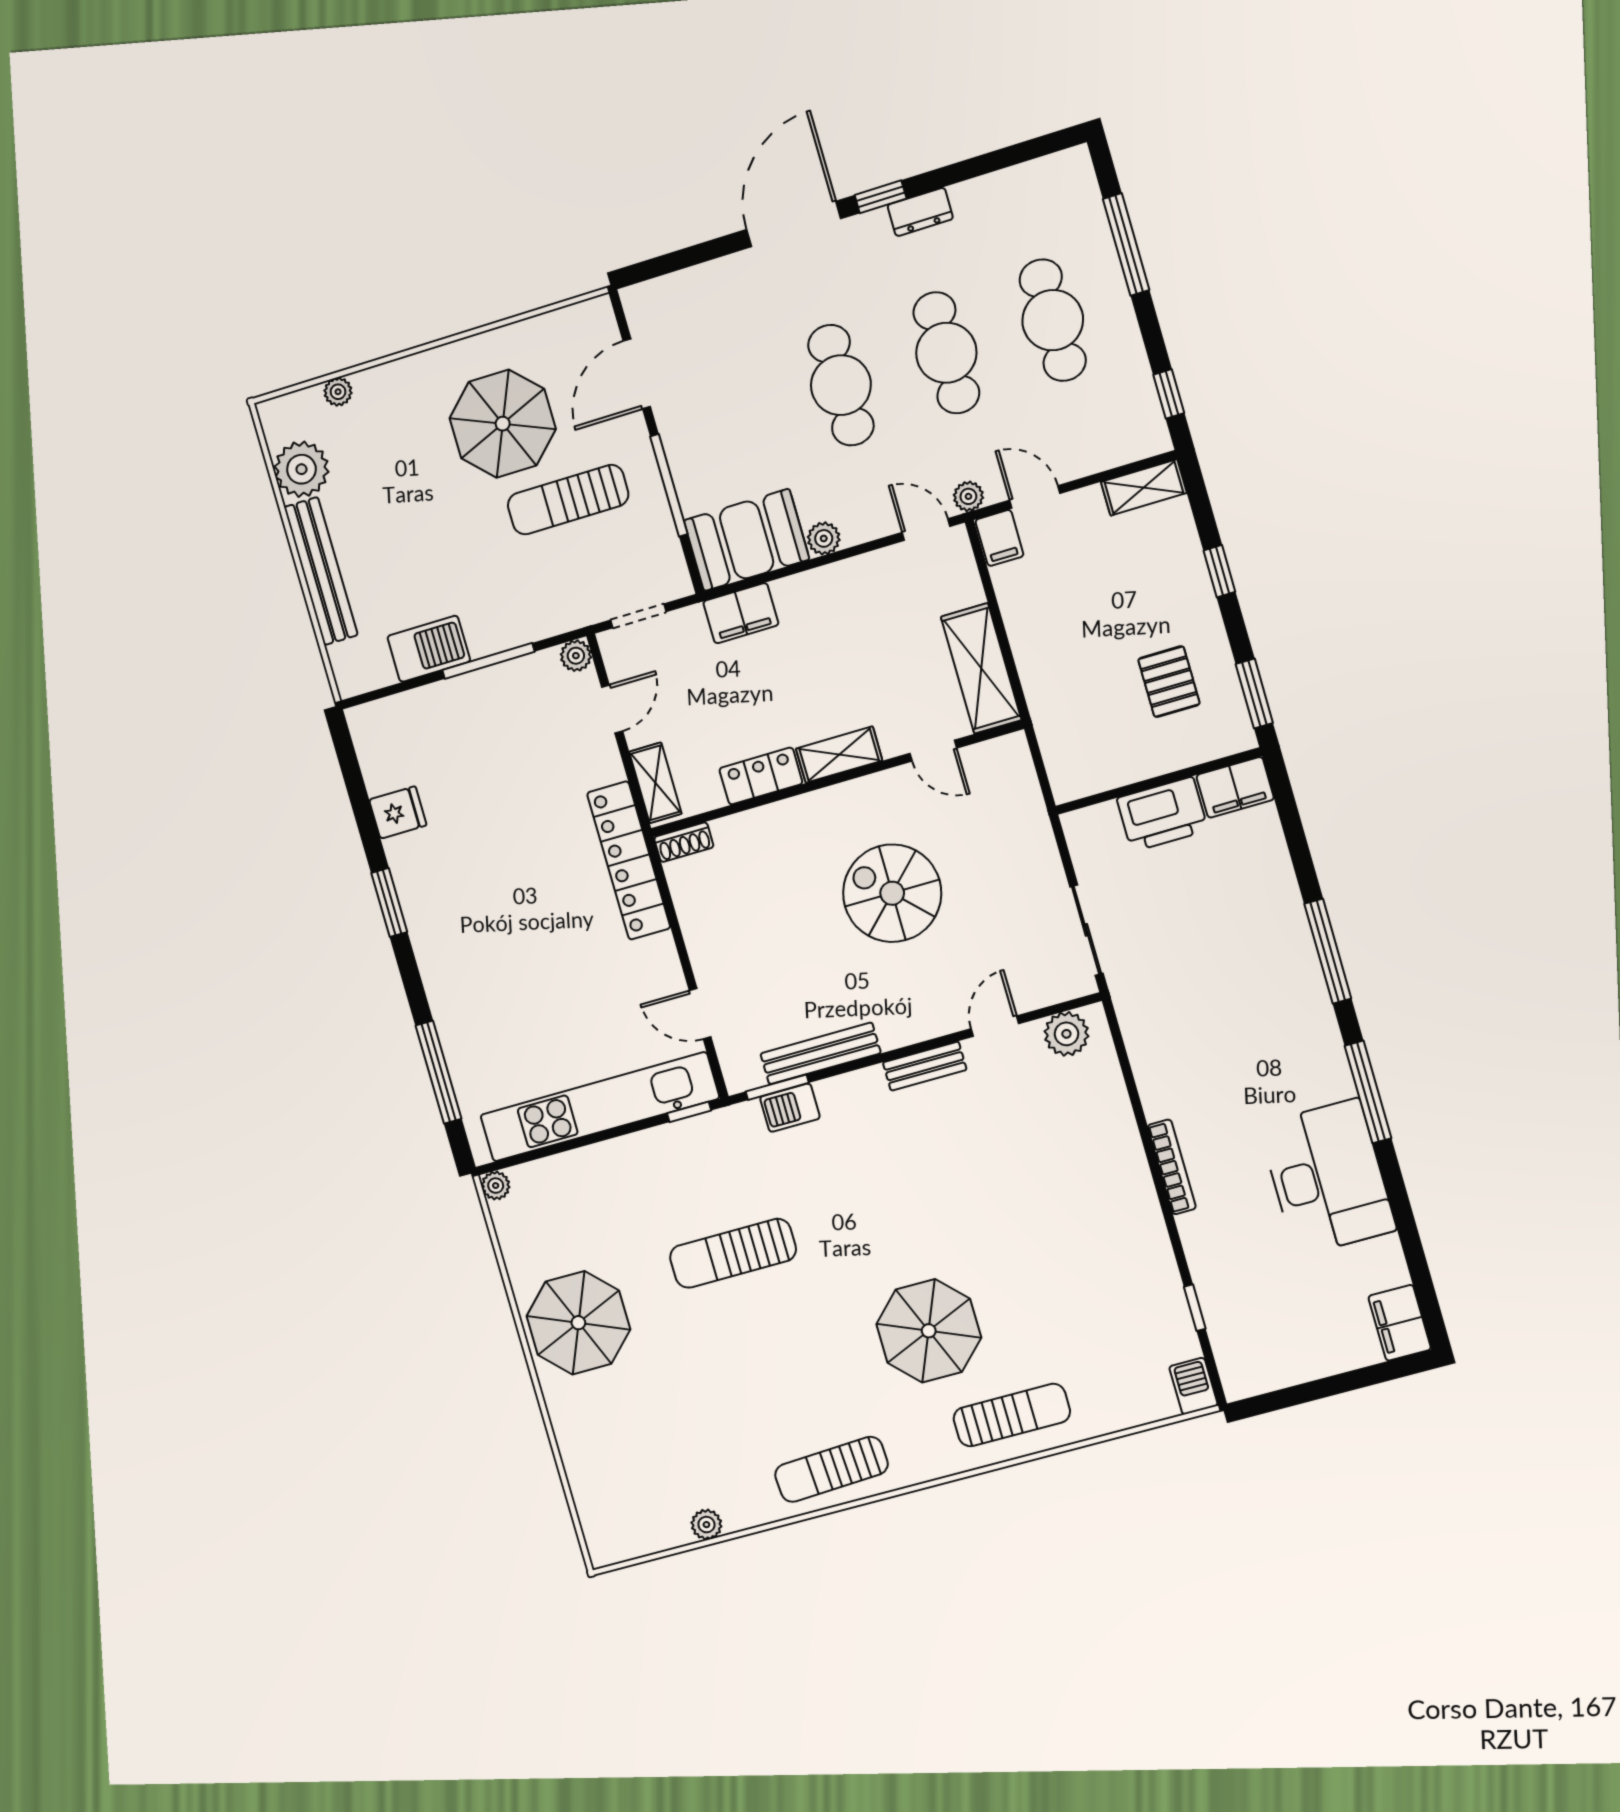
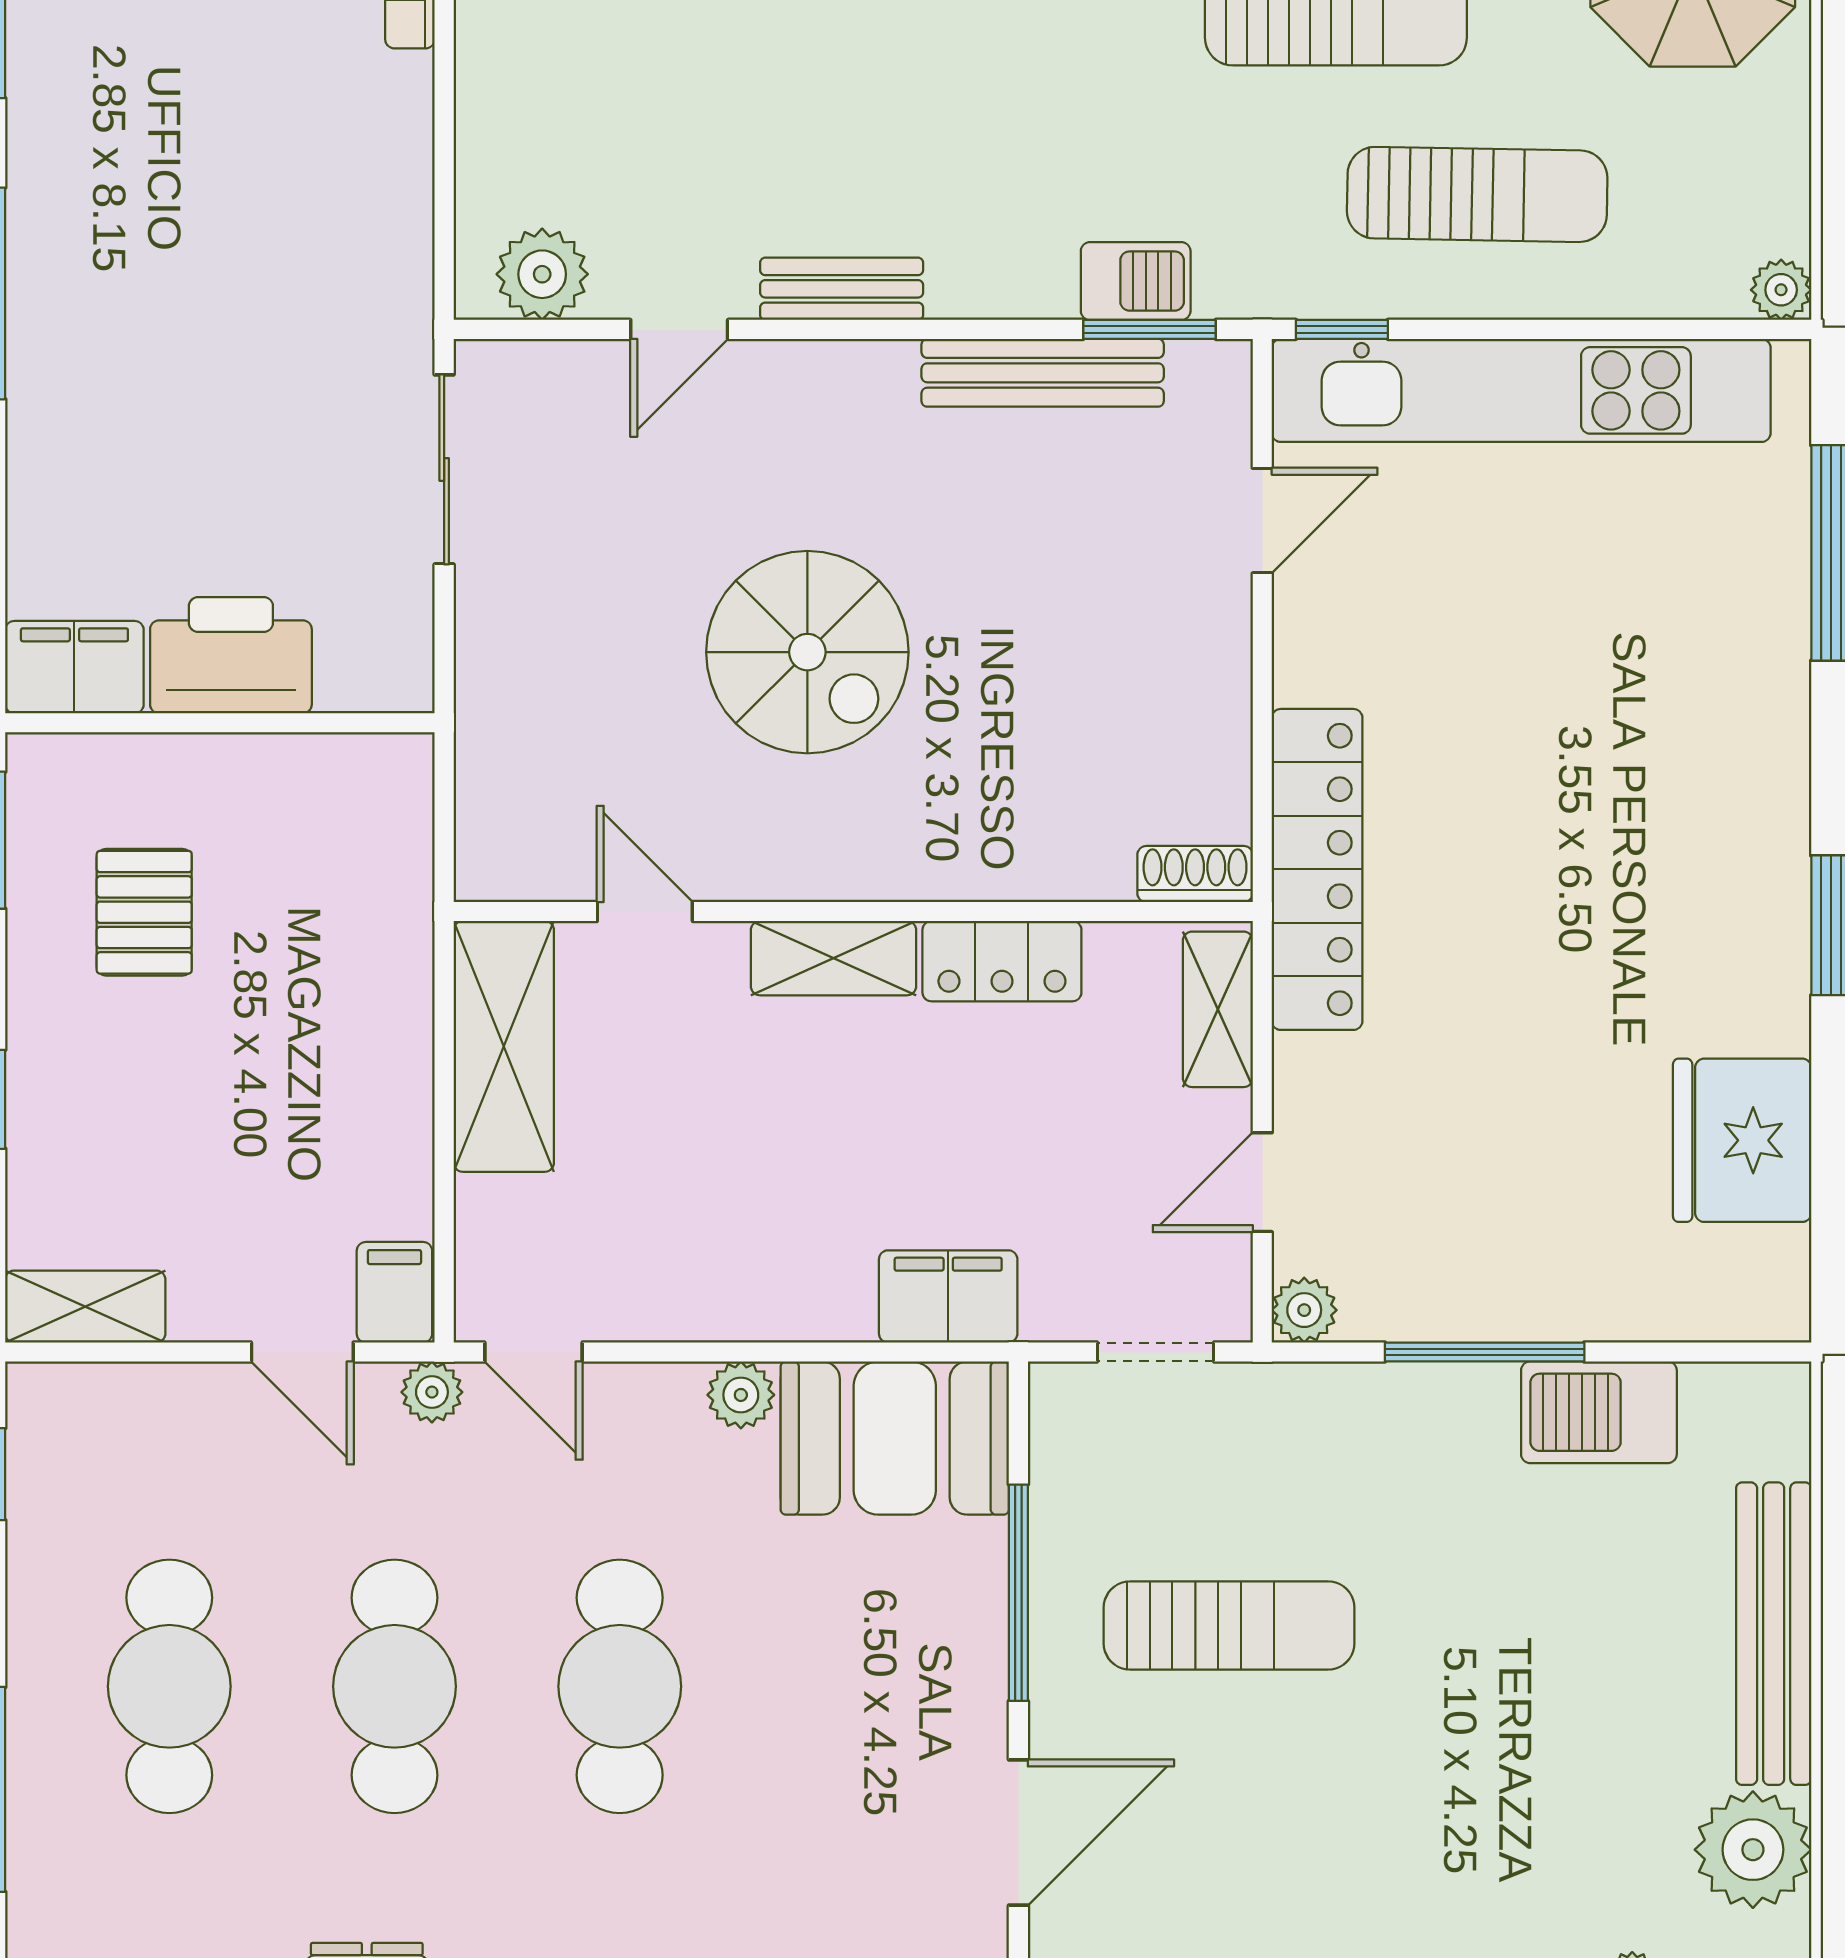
parasol: (503, 424) -> (1317, 1816), removed
fridge: (398, 812) -> (1742, 1140), width x1.88, depth x1.34
door: (700, 1014) -> (1262, 521), hinge flipped
sun lounger: (645, 1191) -> (1477, 194), added

